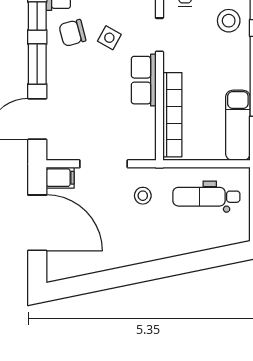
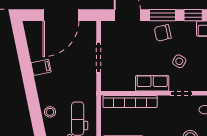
chair: (72, 33) -> (163, 33), moved, turned -88
filing cabinet: (60, 178) -> (41, 67), moved, turned -102
stool: (143, 196) -> (50, 112), moved

